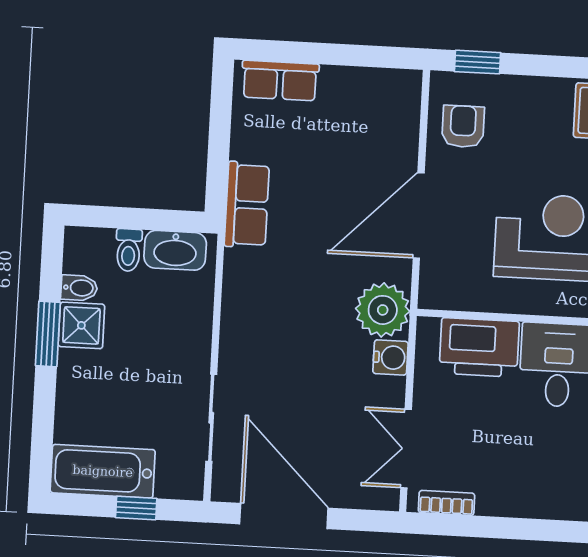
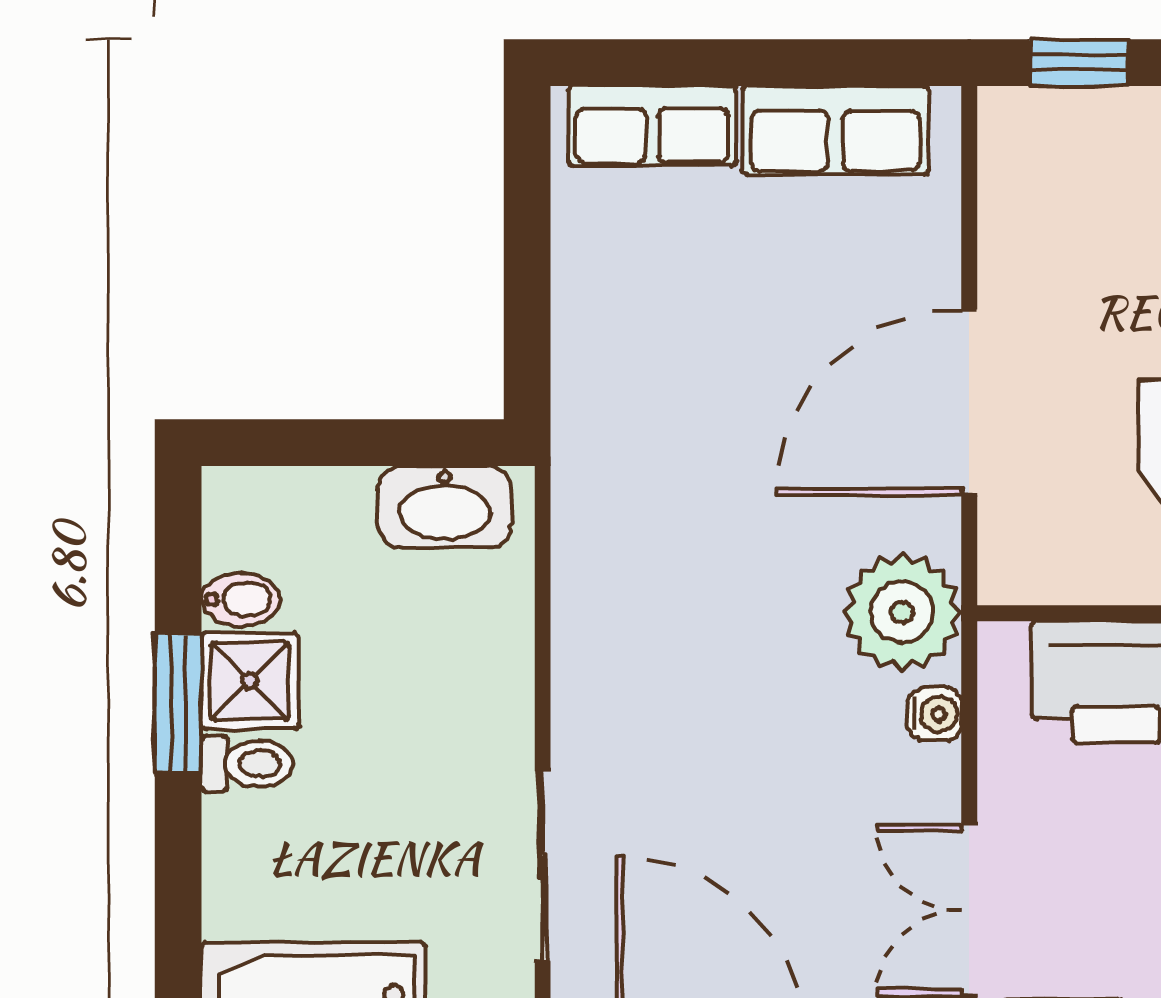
armchair: (463, 126) -> (1055, 204), removed
row of seats: (247, 205) -> (835, 130), moved, turned 90
toilet: (129, 250) -> (247, 764), moved, turned -90
water cooler: (391, 357) -> (935, 714), width x0.72, depth x0.72

